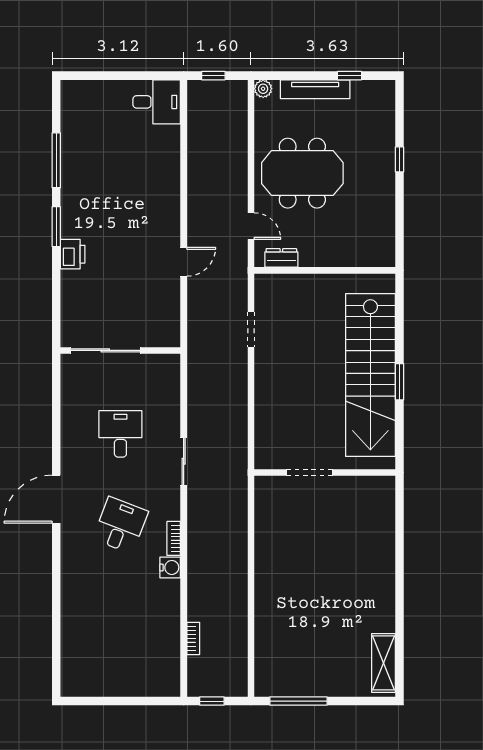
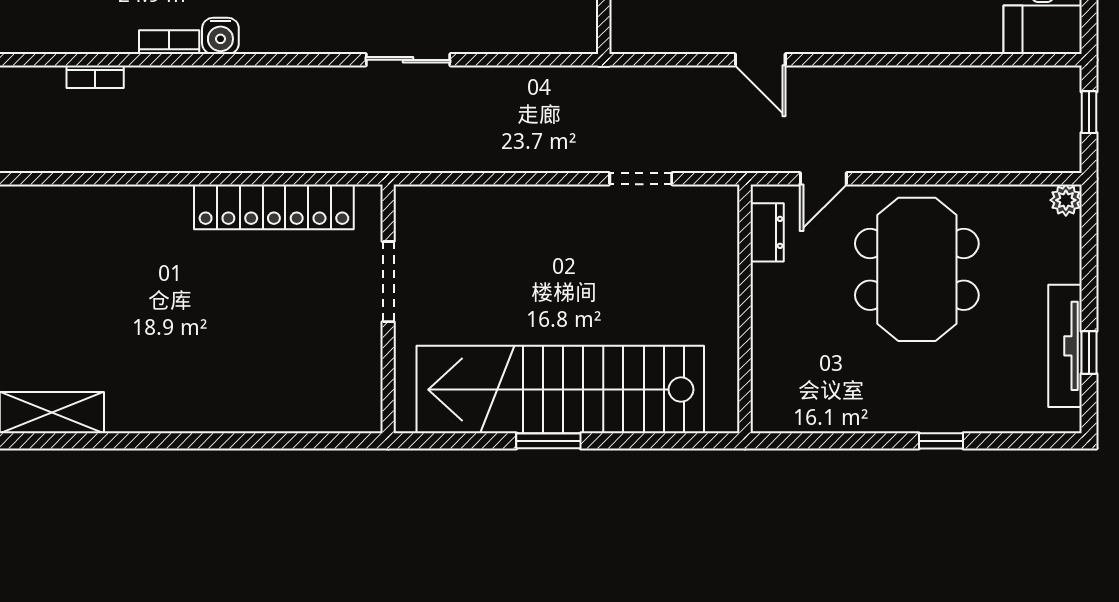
tv unit: (315, 89) -> (1065, 346), moved
locker: (267, 537) -> (274, 207), added
bookcase: (174, 538) -> (169, 42), moved

